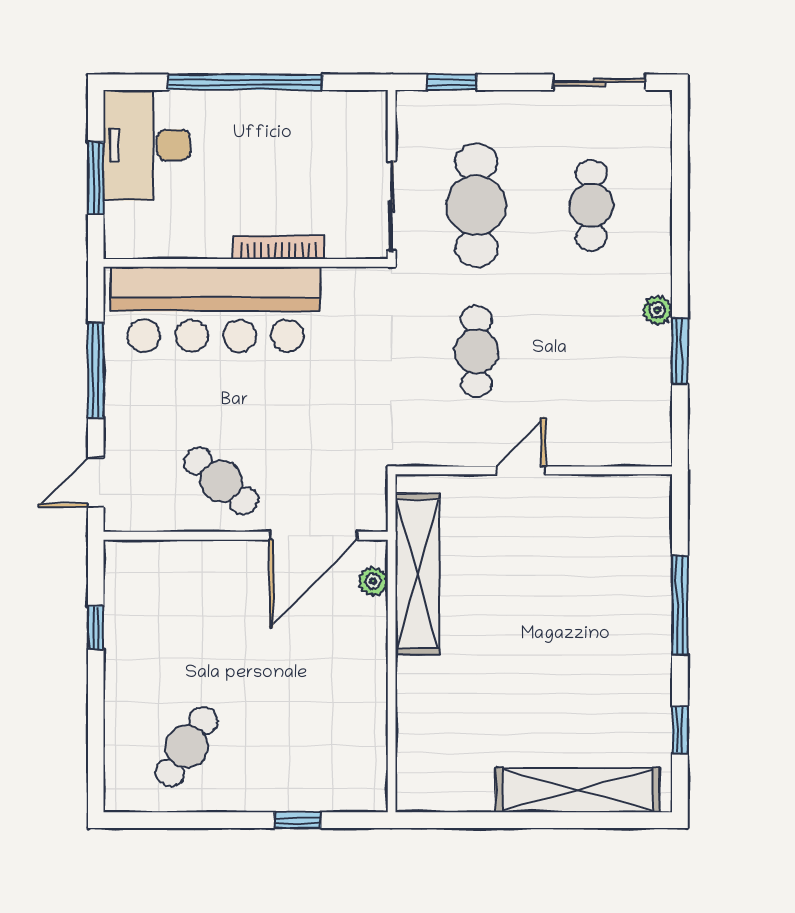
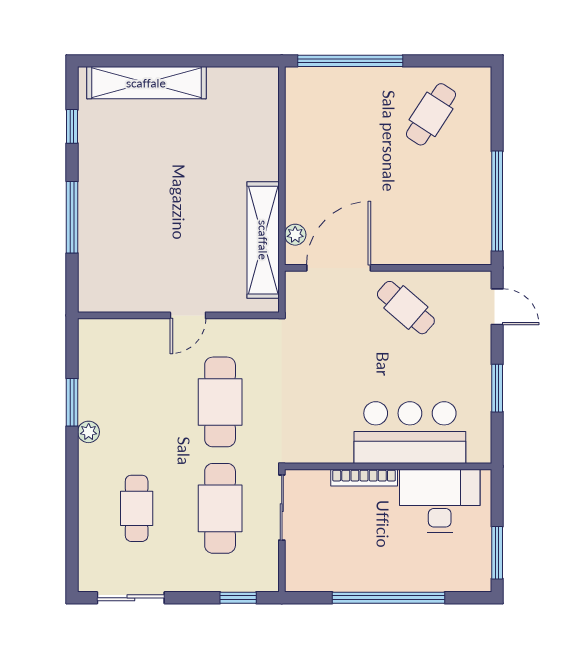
desk: (147, 145) -> (440, 501), moved, turned -90
window: (96, 178) -> (497, 553), moved
bar counter: (216, 309) -> (410, 433), width x0.73
cafe table: (476, 351) -> (220, 402), width x1.37, depth x1.35
window: (96, 370) -> (497, 388), width x0.69
door: (96, 482) -> (497, 307), hinge flipped
window: (96, 627) -> (497, 201), width x3.17
window: (298, 820) -> (350, 61), width x3.17

